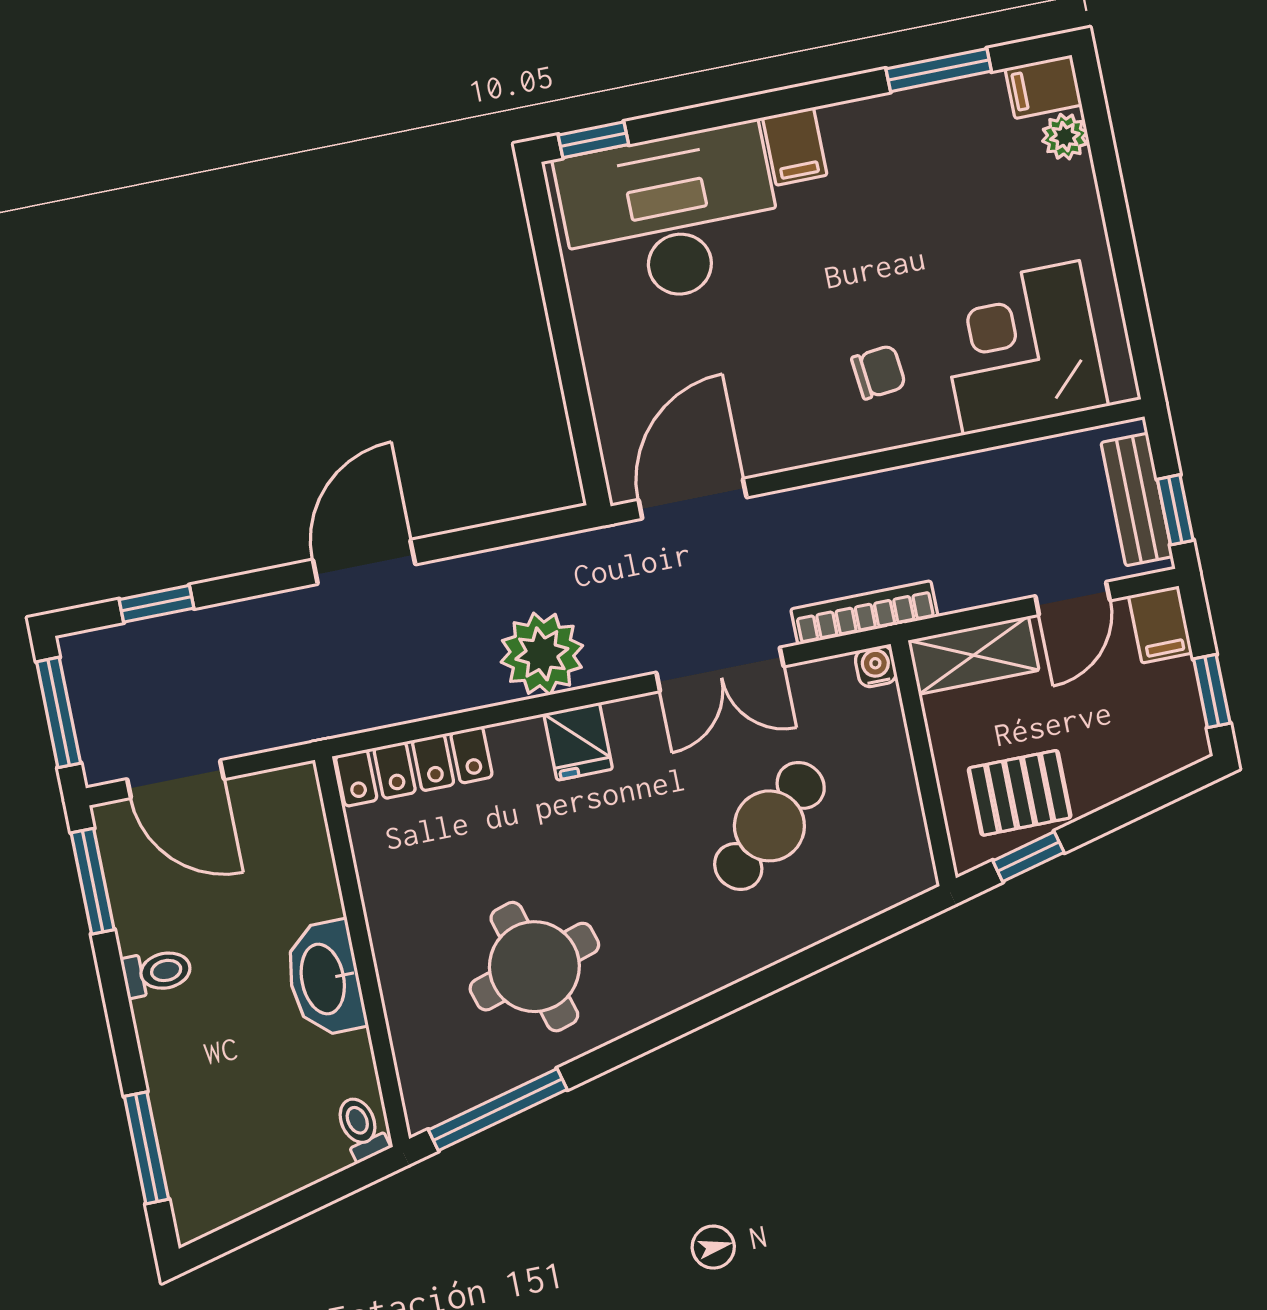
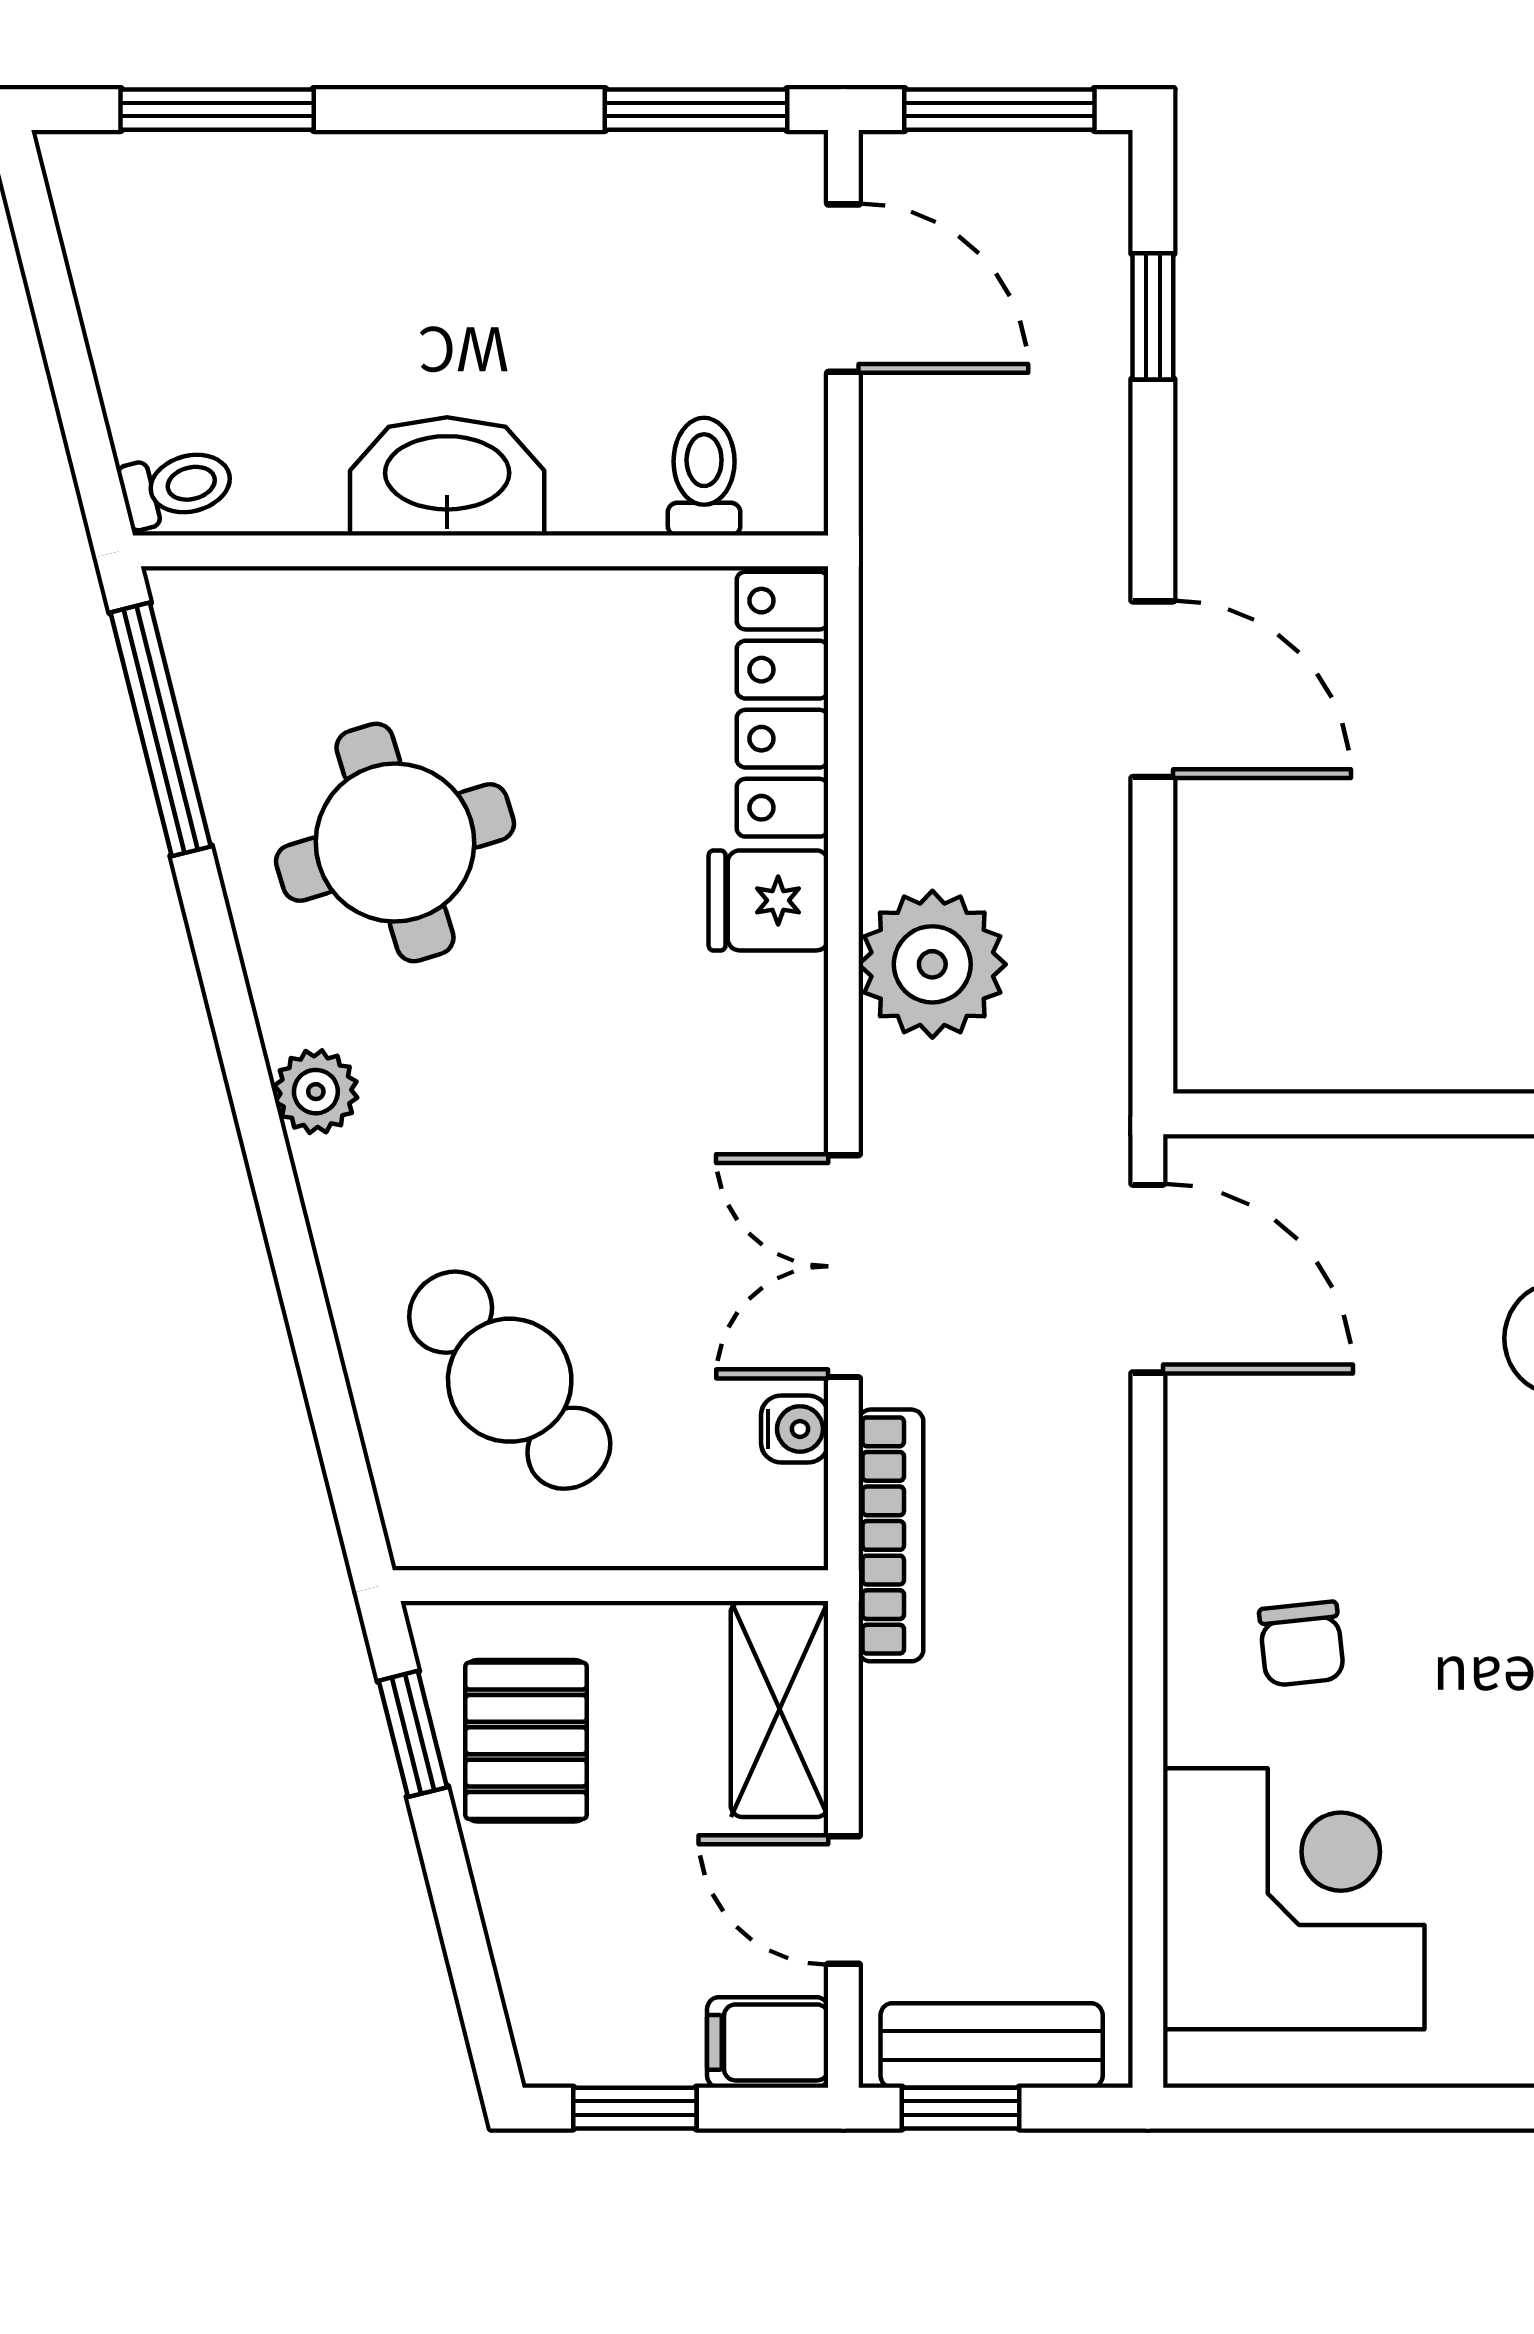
water cooler: (876, 666) -> (795, 1429), moved
fridge: (578, 741) -> (768, 900), moved
door: (176, 779) -> (843, 288), swing flipped
cafe table: (769, 826) -> (510, 1380), moved
toilet: (157, 972) -> (704, 477), moved, turned 180
plant: (682, 983) -> (316, 1092), added

